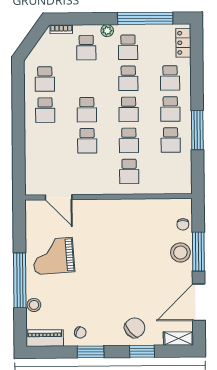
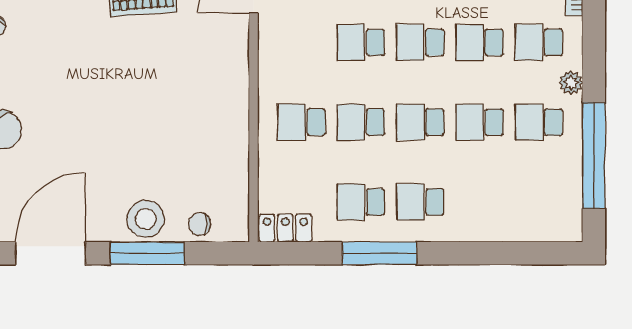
locker: (183, 43) -> (285, 228), moved
school desk: (170, 78) -> (480, 42), moved
door: (199, 302) -> (50, 253), hinge flipped

